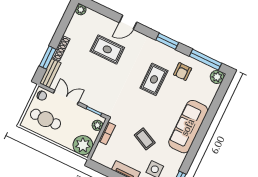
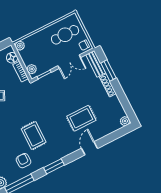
plant: (83, 145) -> (20, 46), width x0.53, depth x0.53
floor lamp: (101, 150) -> (12, 58), added

